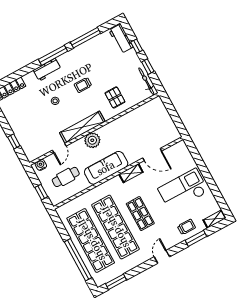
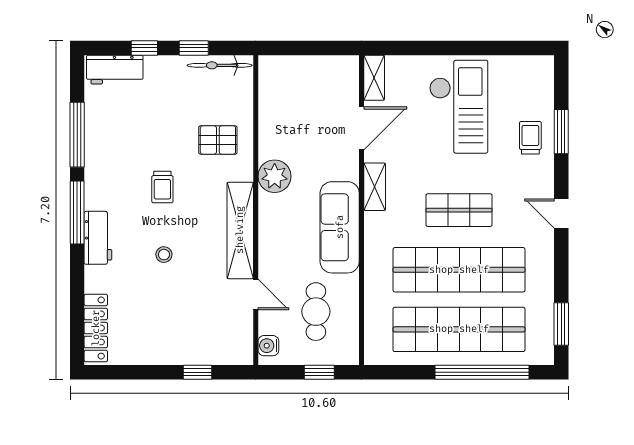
plant: (92, 140) -> (275, 176), moved
checkout: (183, 190) -> (459, 107), turned 180
shelving: (214, 219) -> (374, 78), moved

